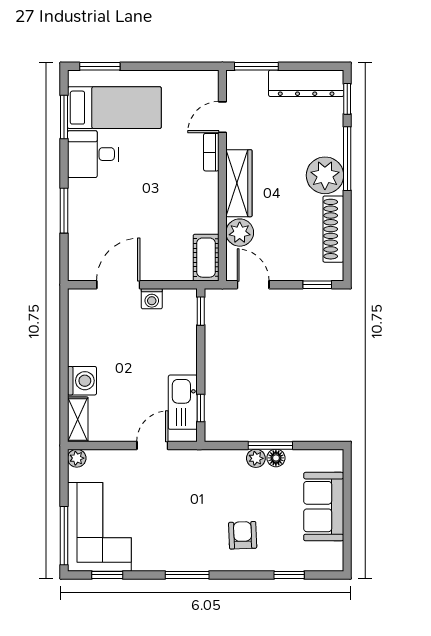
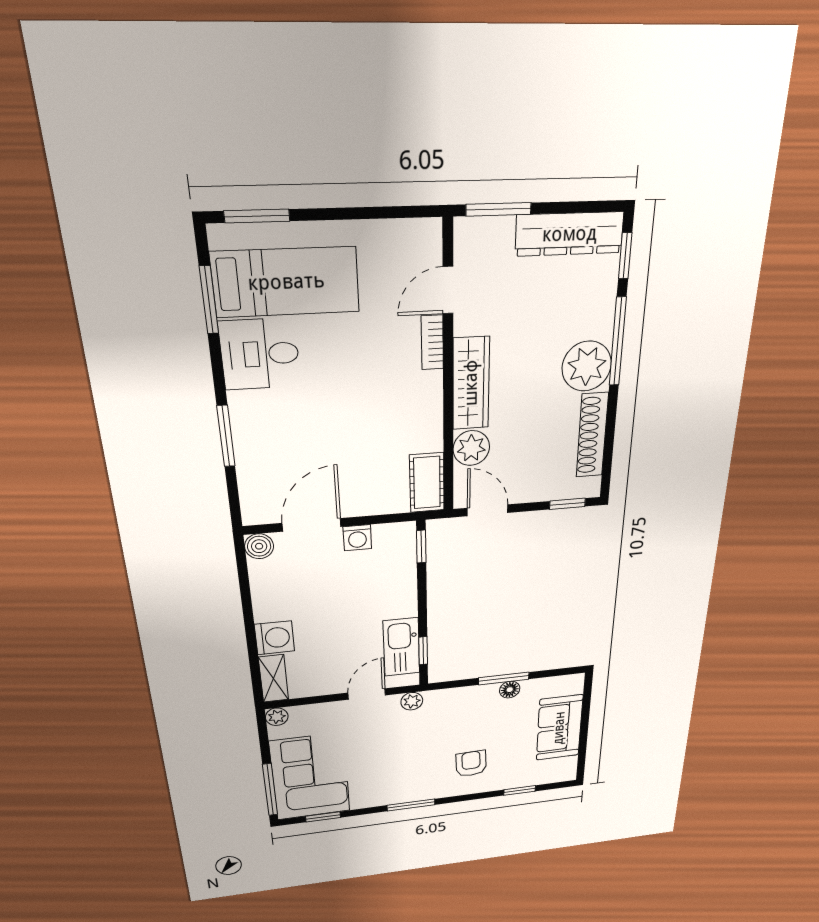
boiler: (78, 299) -> (259, 546), added
plant: (256, 458) -> (412, 701), moved

